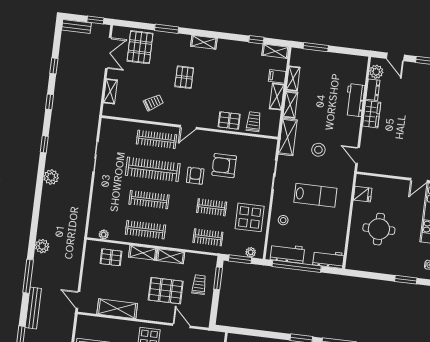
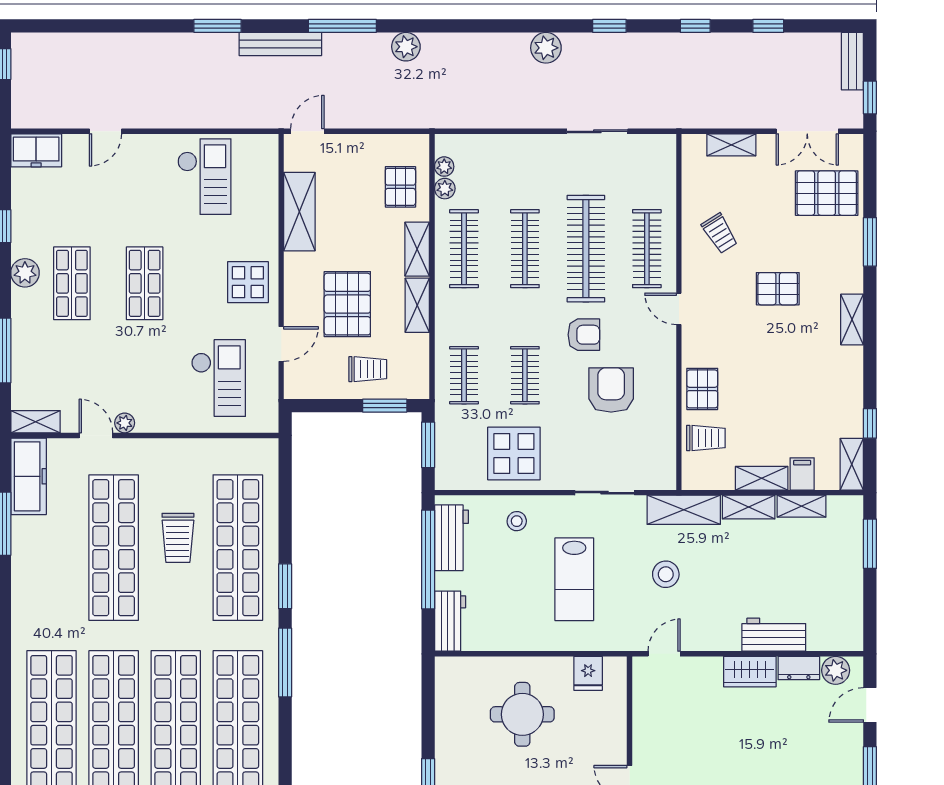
plant: (251, 252) -> (445, 189), moved

